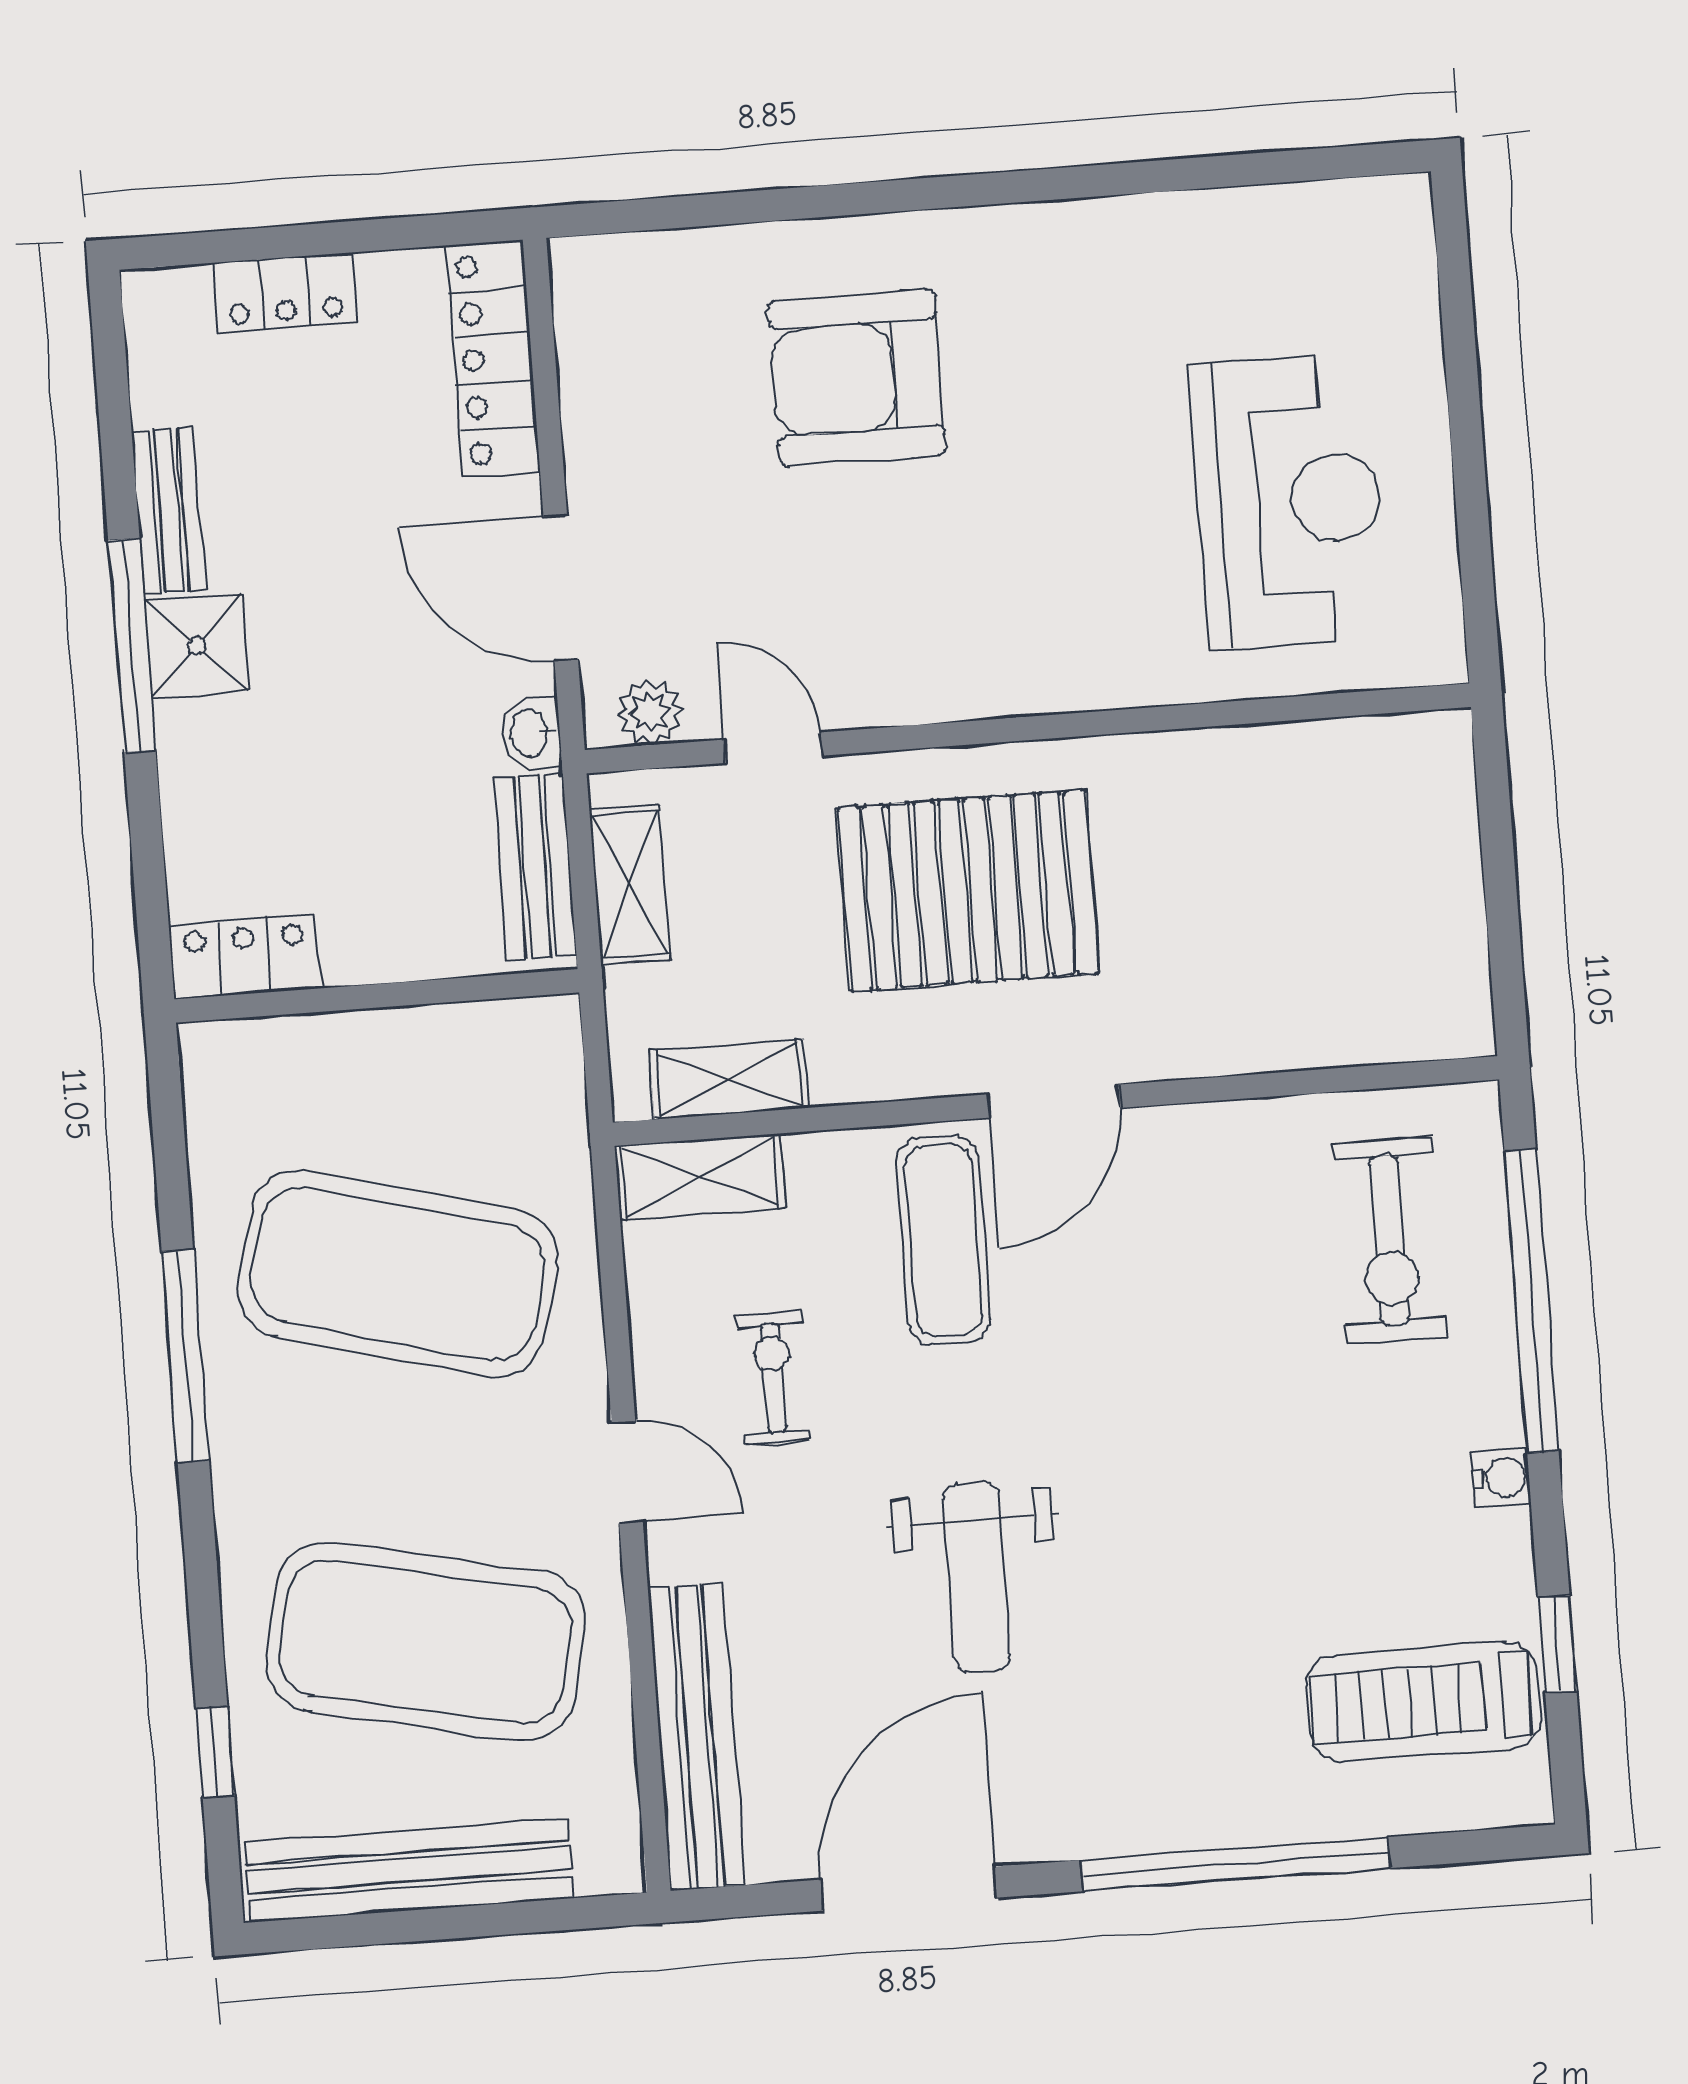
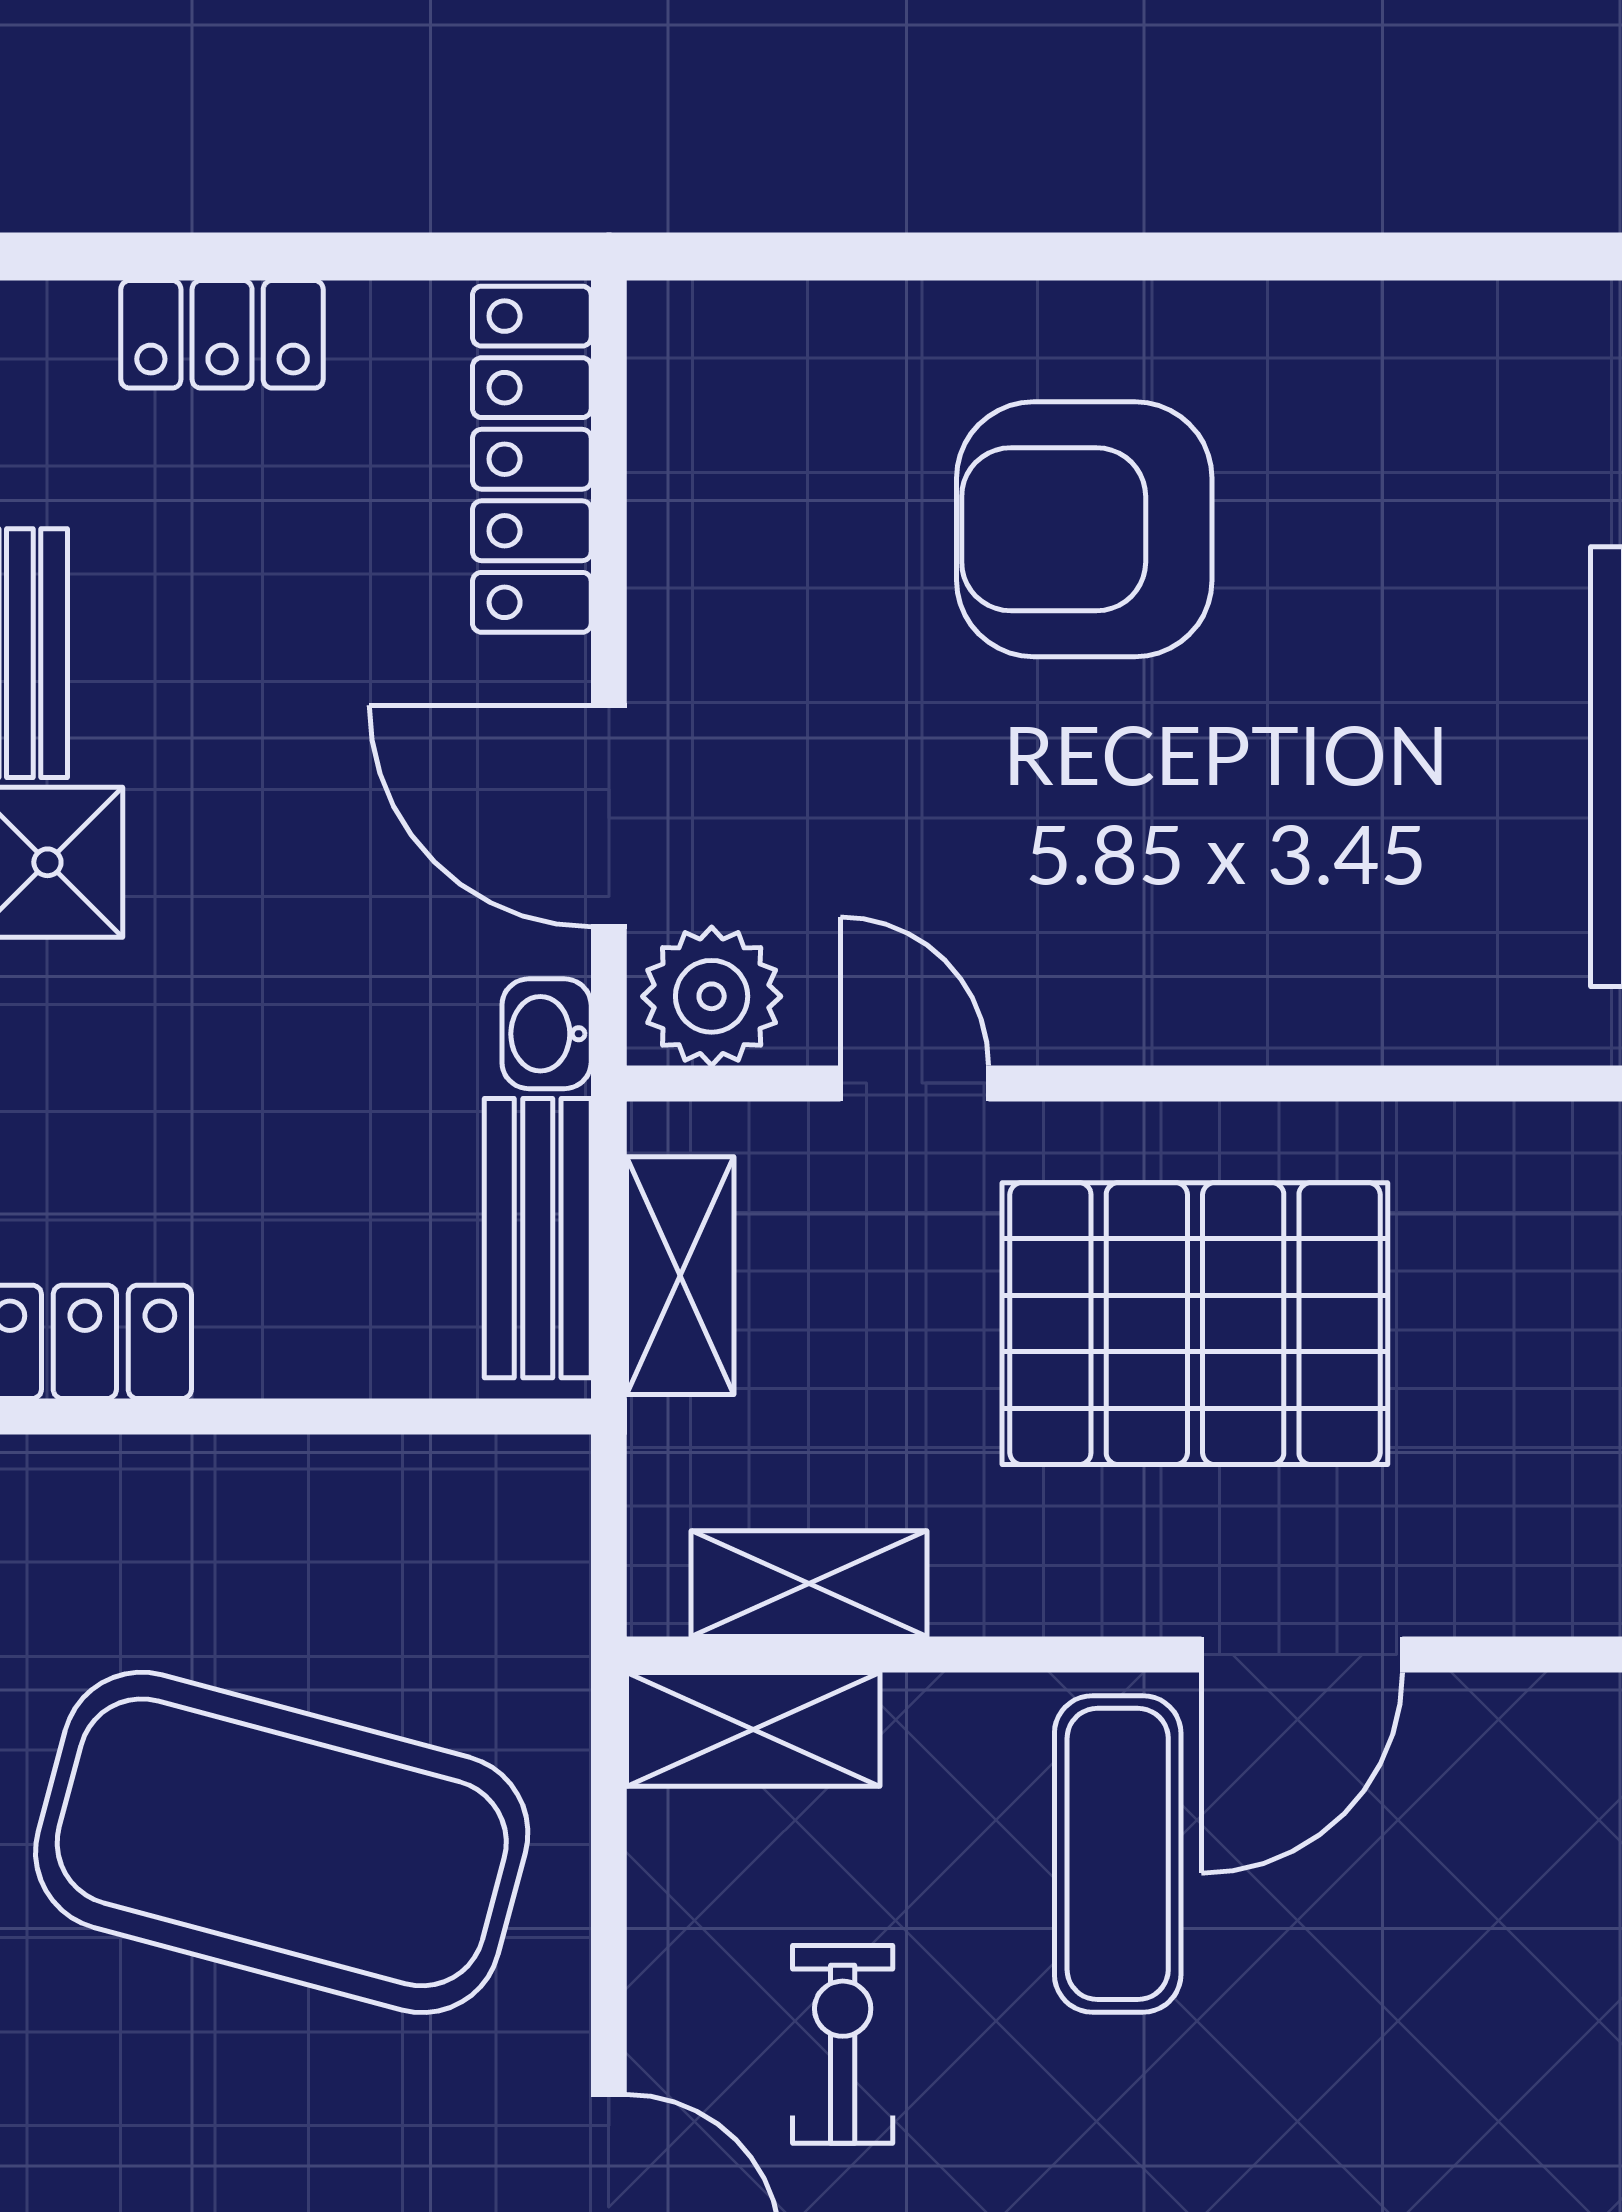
plant: (650, 712) -> (712, 996), width x1.38, depth x1.38

